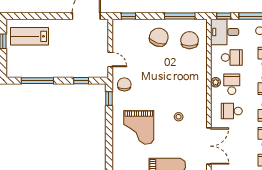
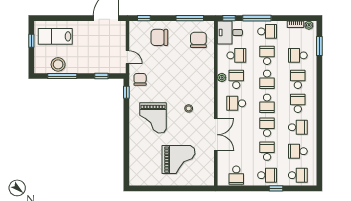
chair: (159, 37) -> (159, 37), moved, turned -109
stool: (33, 68) -> (58, 64), added

